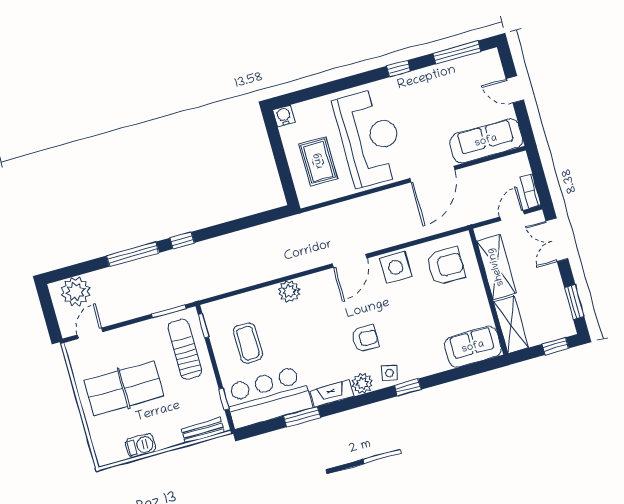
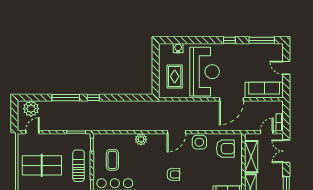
water cooler: (284, 116) -> (178, 48), moved
sun lounger: (185, 349) -> (79, 166), moved

